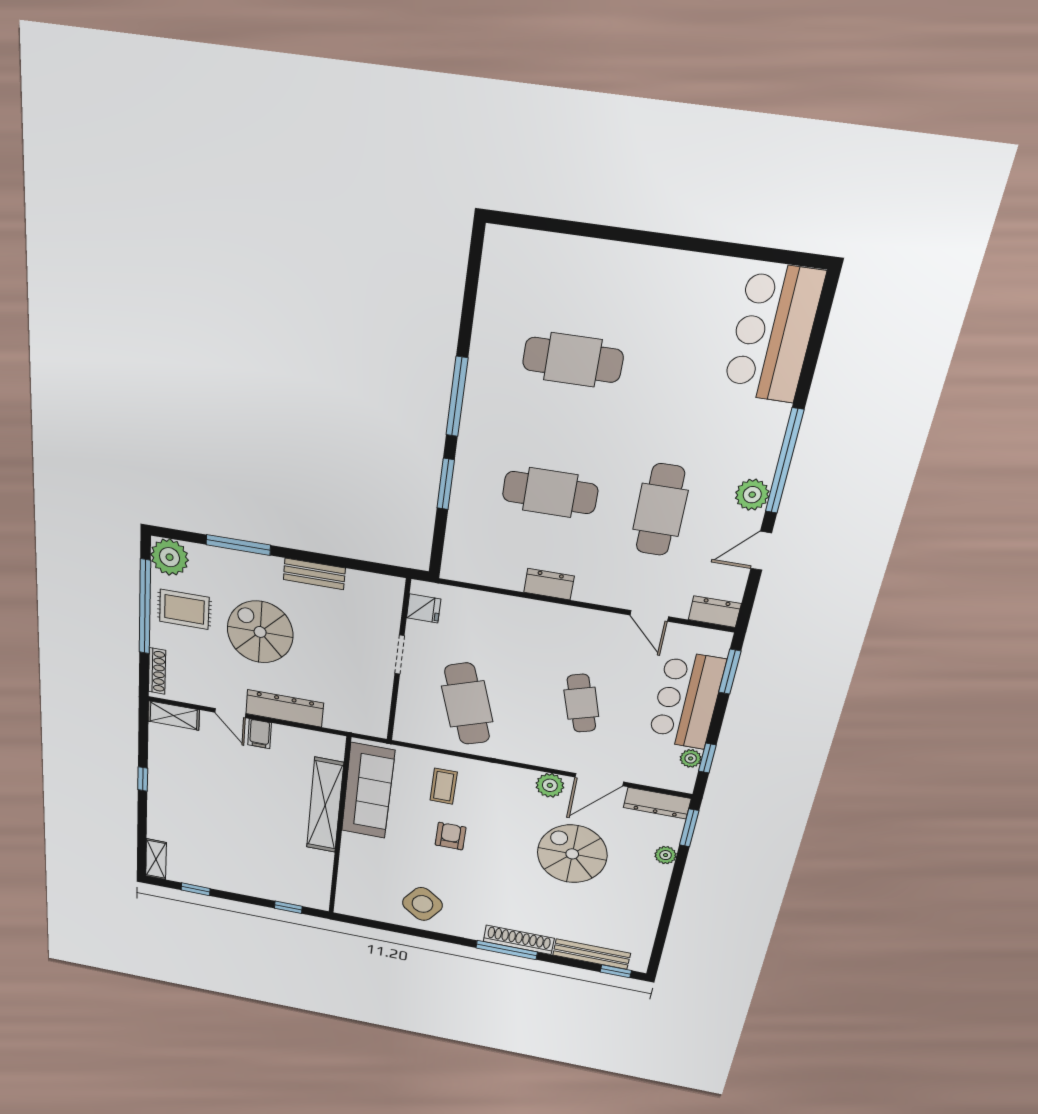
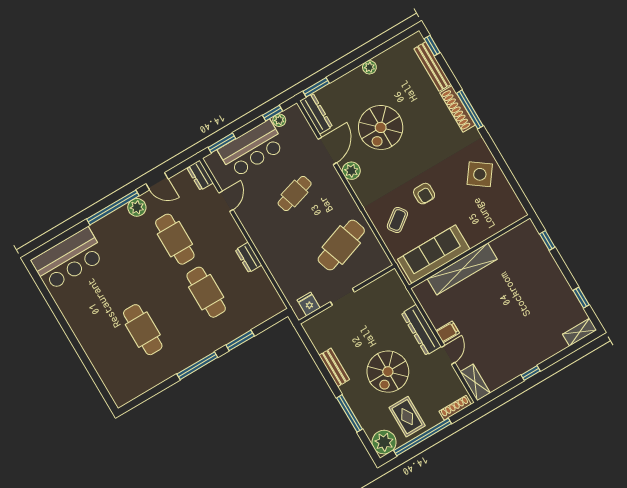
cafe table: (660, 510) -> (175, 239), turned 90
door: (599, 780) -> (327, 151), hinge flipped
coffee table: (444, 786) -> (397, 220), turned -37
armchair: (450, 836) -> (424, 194), turned -90
plant: (666, 855) -> (369, 67), moved

